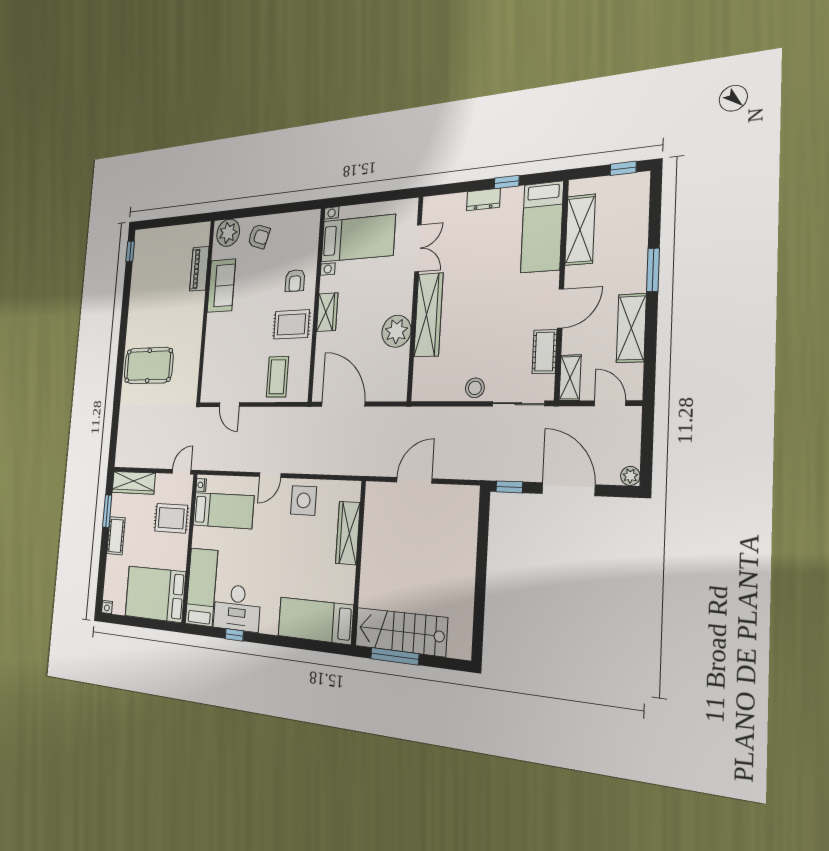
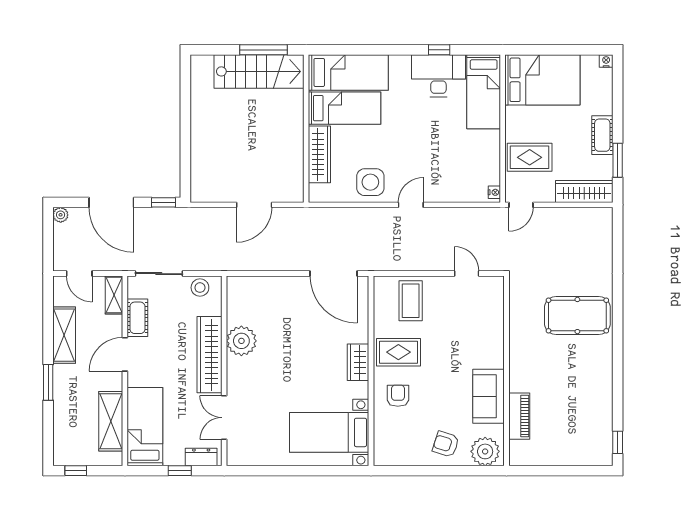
double door: (418, 248) -> (224, 418), moved
wall: (415, 298) -> (224, 371), moved
wardrobe: (428, 315) -> (209, 355), moved
plant: (396, 331) -> (241, 341), moved
bed: (223, 511) -> (345, 108), moved, turned 180

